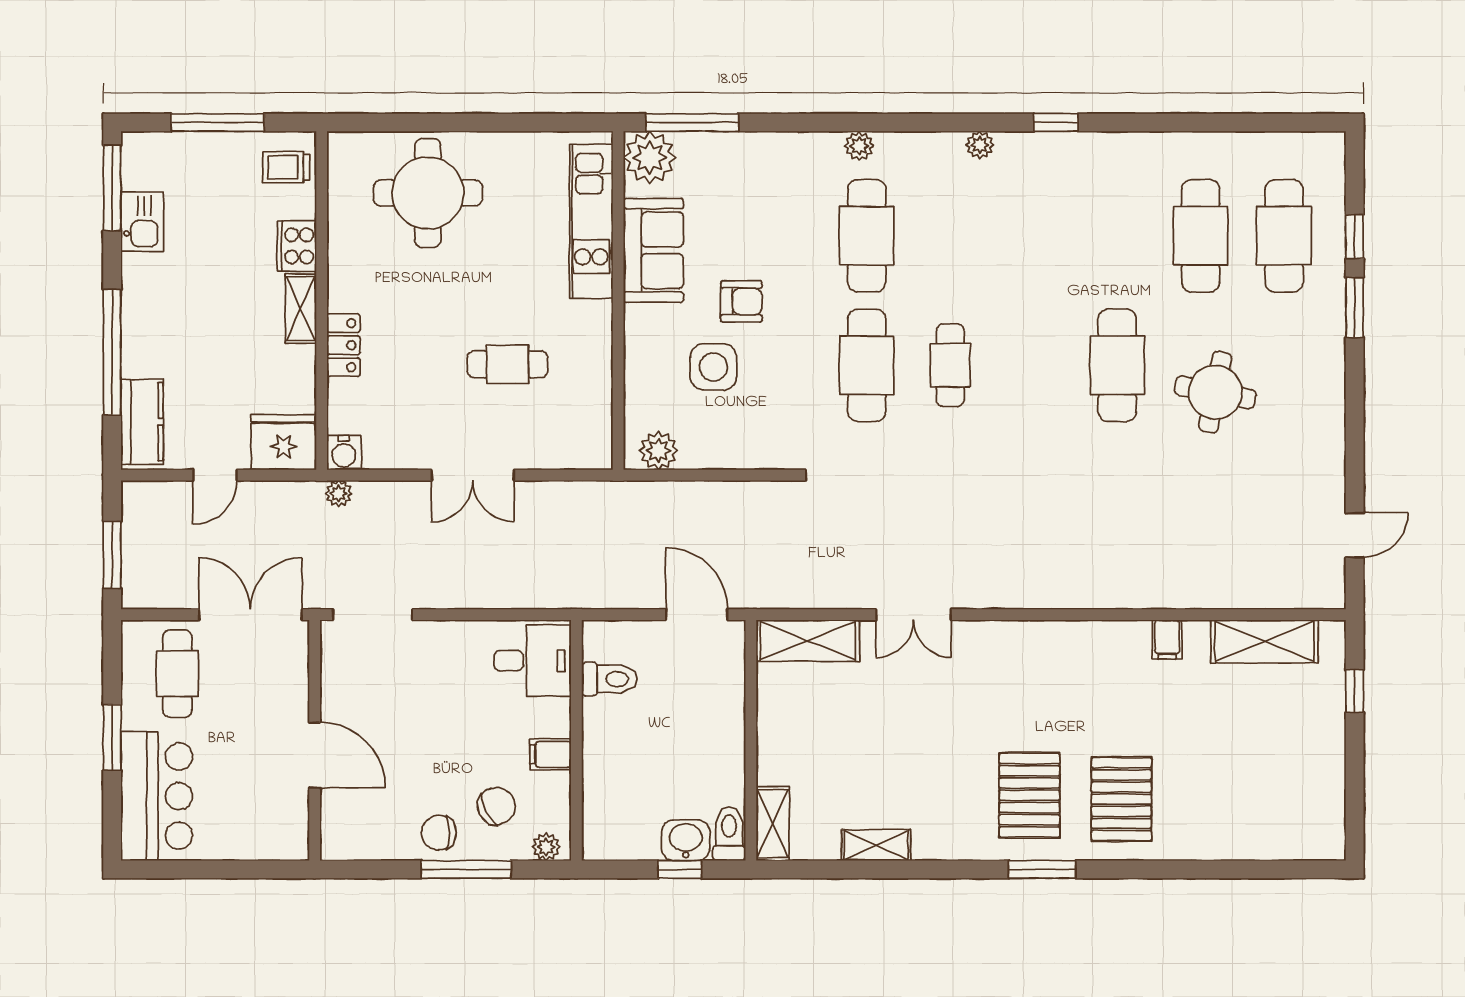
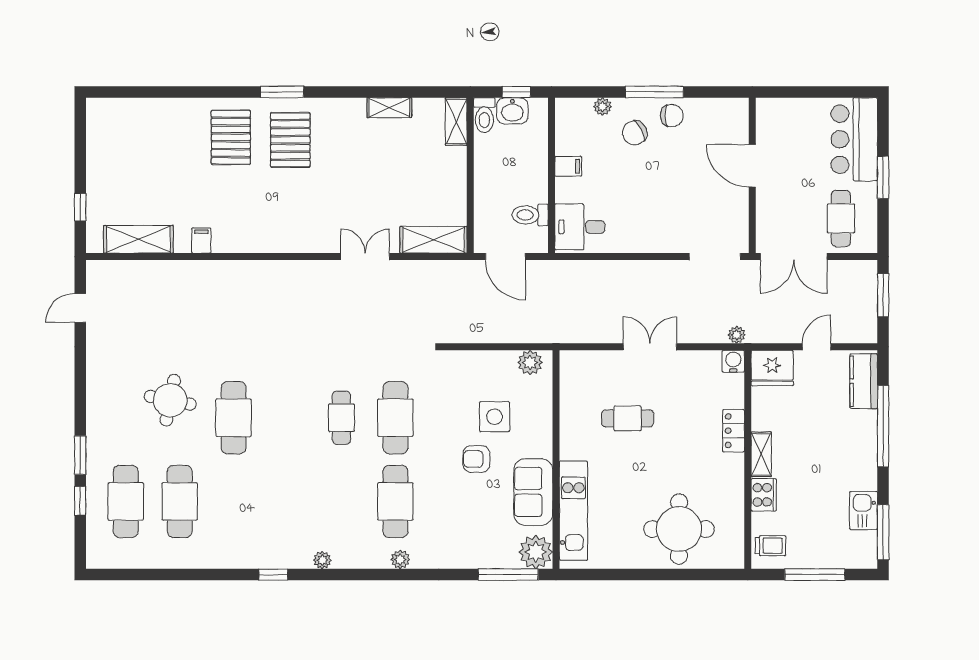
desk: (533, 661) -> (580, 227), moved
toilet: (609, 679) -> (530, 215), moved
wall: (576, 740) -> (552, 175), moved
filing cabinet: (550, 754) -> (568, 166), moved

